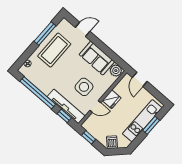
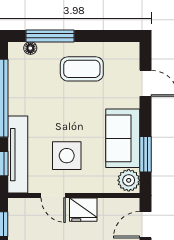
window: (45, 34) -> (50, 36), moved
coffee table: (54, 50) -> (82, 69), width x0.73, depth x0.76
window: (111, 55) -> (146, 154), added

